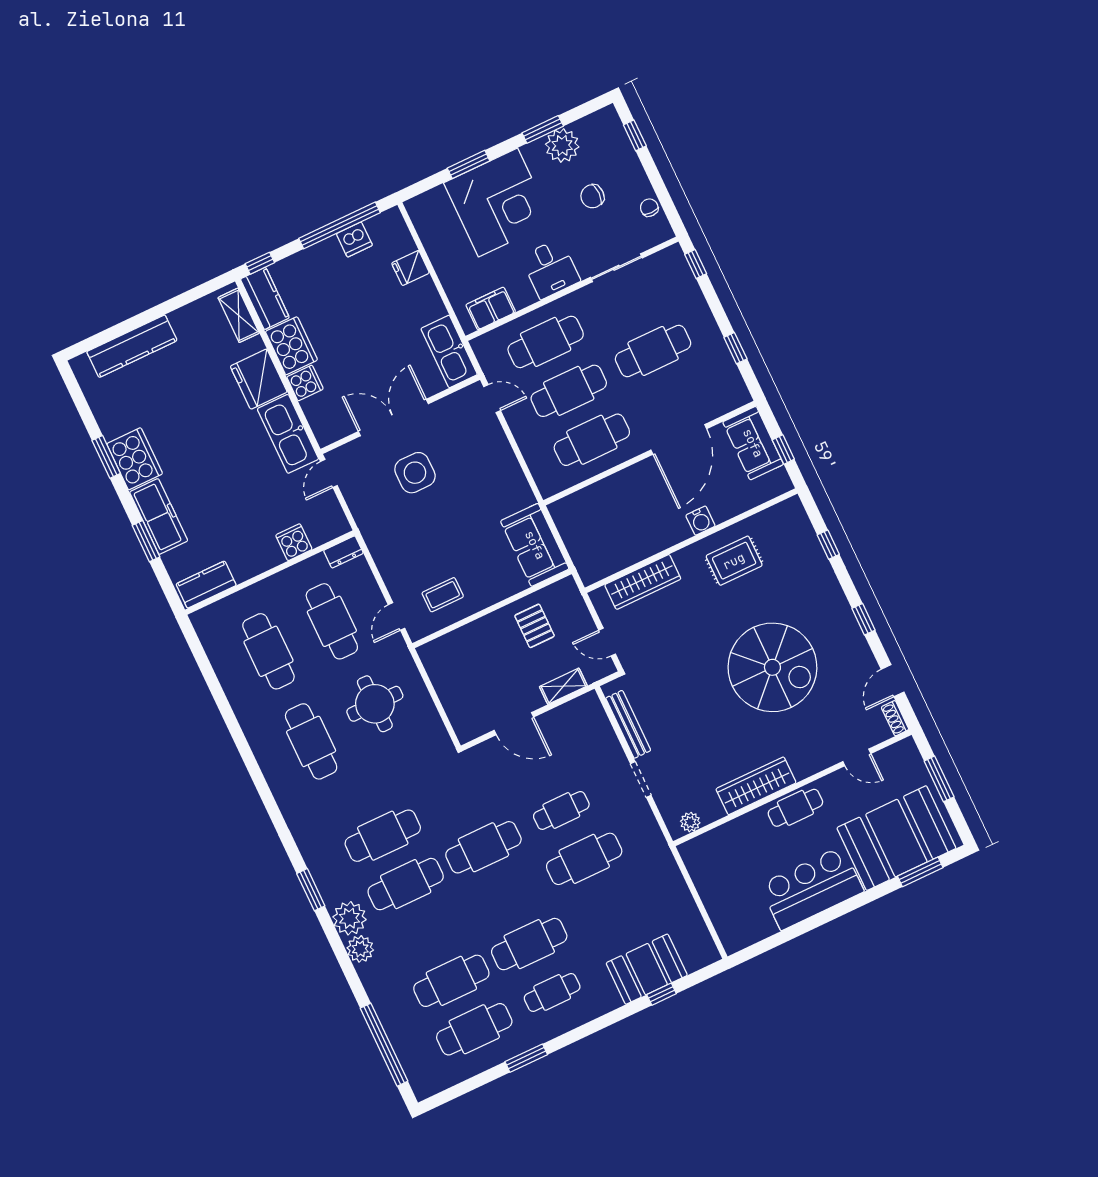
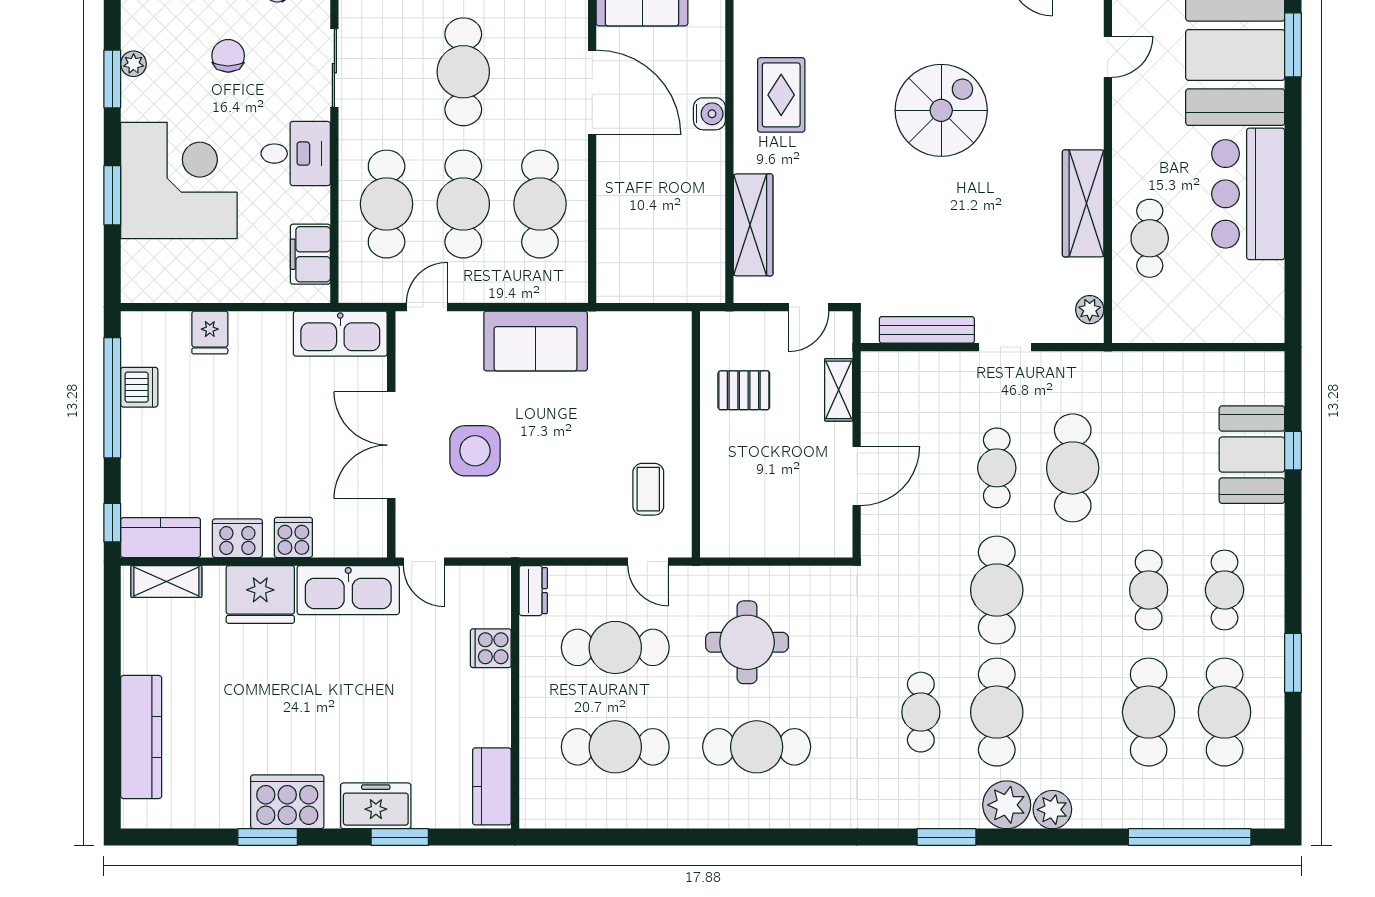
plant: (562, 146) -> (134, 64), width x0.53, depth x0.53
chair: (592, 196) -> (228, 56), turned 180
cooker: (291, 346) -> (237, 538), width x0.73, depth x0.76
freezer: (159, 516) -> (376, 806), width x0.71
sofa: (535, 545) -> (536, 341), moved
spiral stairs: (772, 667) -> (941, 110), width x0.73, depth x0.73
cafe table: (795, 808) -> (1150, 238), moved
cafe table: (383, 836) -> (921, 712), width x0.73, depth x0.74
cafe table: (529, 944) -> (1149, 590), width x0.73, depth x0.74

